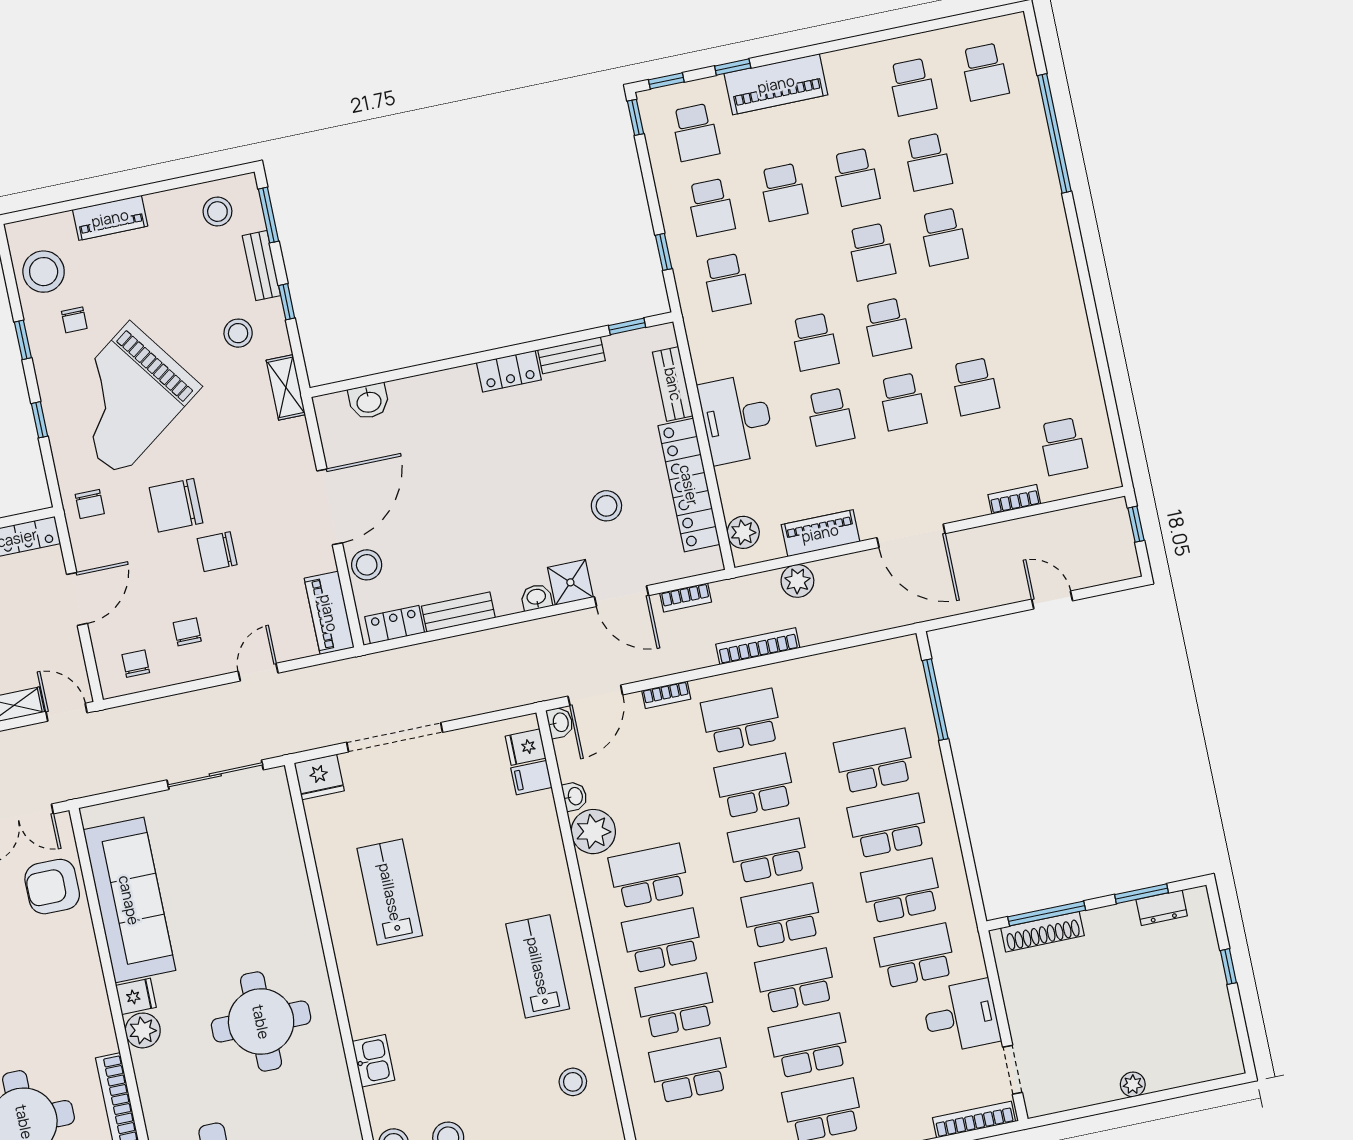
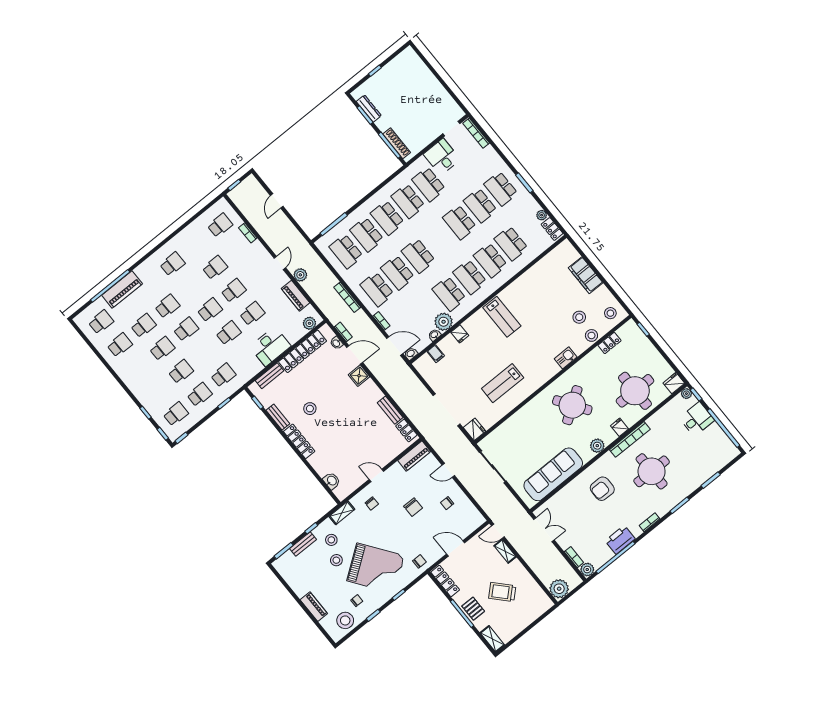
piano: (776, 84) -> (122, 290), moved, turned 90
stool: (217, 212) -> (336, 560), moved
school desk: (1032, 297) -> (172, 264), added
locker: (509, 371) -> (299, 441), width x1.53
chair: (176, 505) -> (372, 503), moved, width x0.54, depth x0.54
stool: (606, 506) -> (310, 409), moved
door: (330, 507) -> (376, 475), width x0.53
door: (911, 536) -> (280, 263), width x0.53
stool: (367, 565) -> (390, 451), removed
plant: (797, 581) -> (300, 275), moved
door: (622, 596) -> (355, 355), hinge flipped
washbasin: (536, 597) -> (336, 343), moved
chair: (136, 664) -> (468, 516), removed
door: (66, 712) -> (498, 531), hinge flipped
fridge: (526, 747) -> (460, 334), moved
armchair: (52, 887) -> (602, 489), moved, turned 90
dresser: (1162, 908) -> (369, 108), width x1.44
school desk: (782, 916) -> (346, 251), moved
lab bench: (538, 966) -> (502, 317), turned -90
fridge: (136, 996) -> (620, 427), moved
round table: (261, 1022) -> (572, 405), turned -34
stool: (573, 1082) -> (536, 283), removed
plant: (1133, 1084) -> (434, 83), removed

